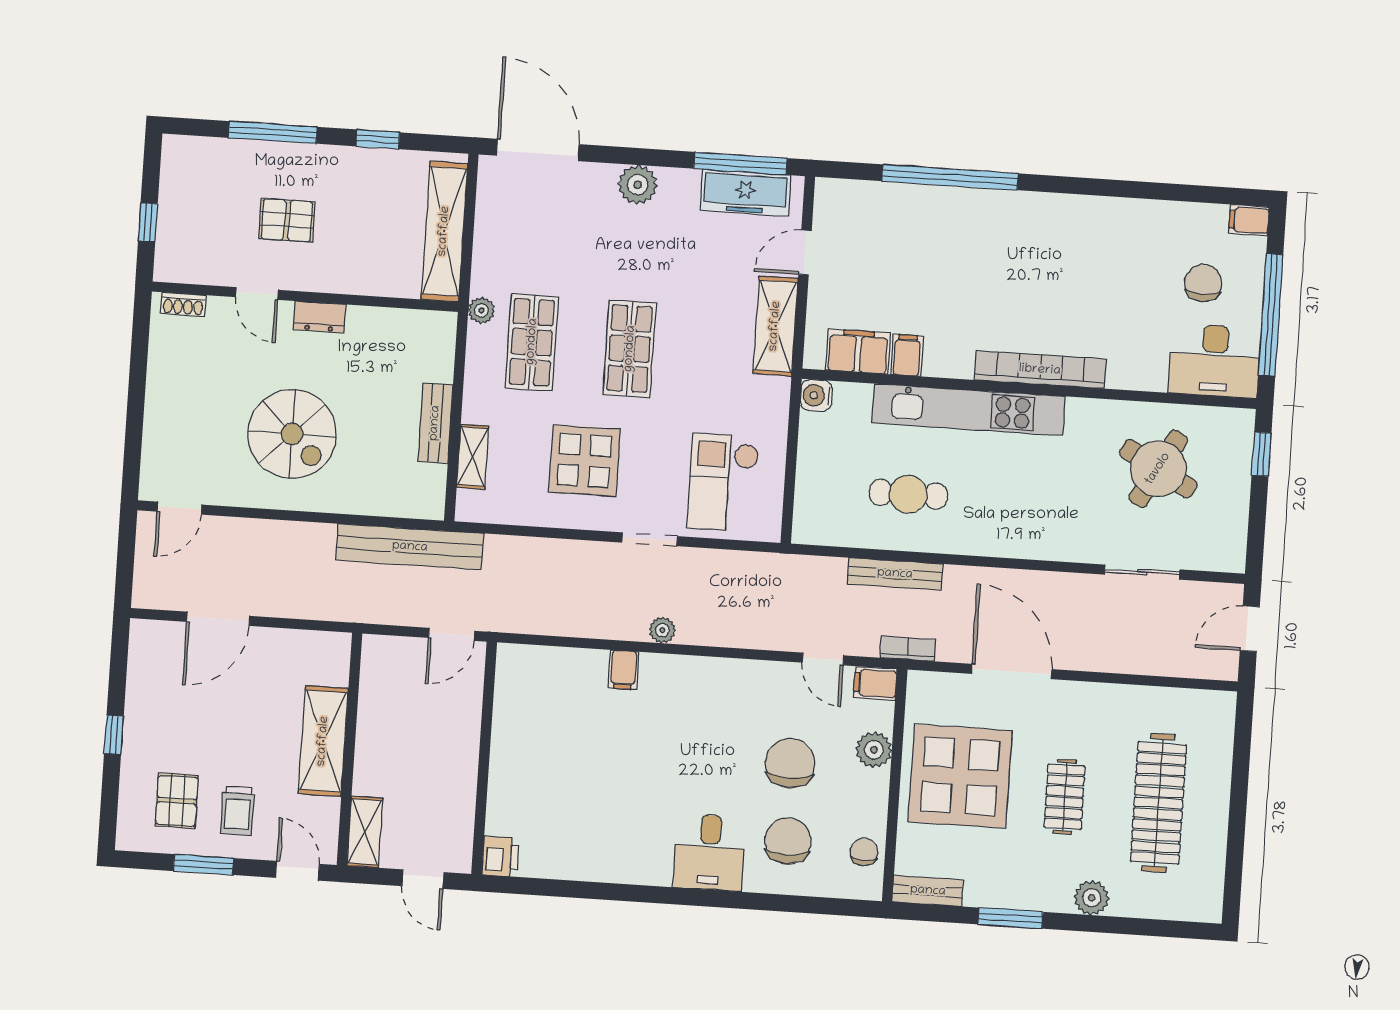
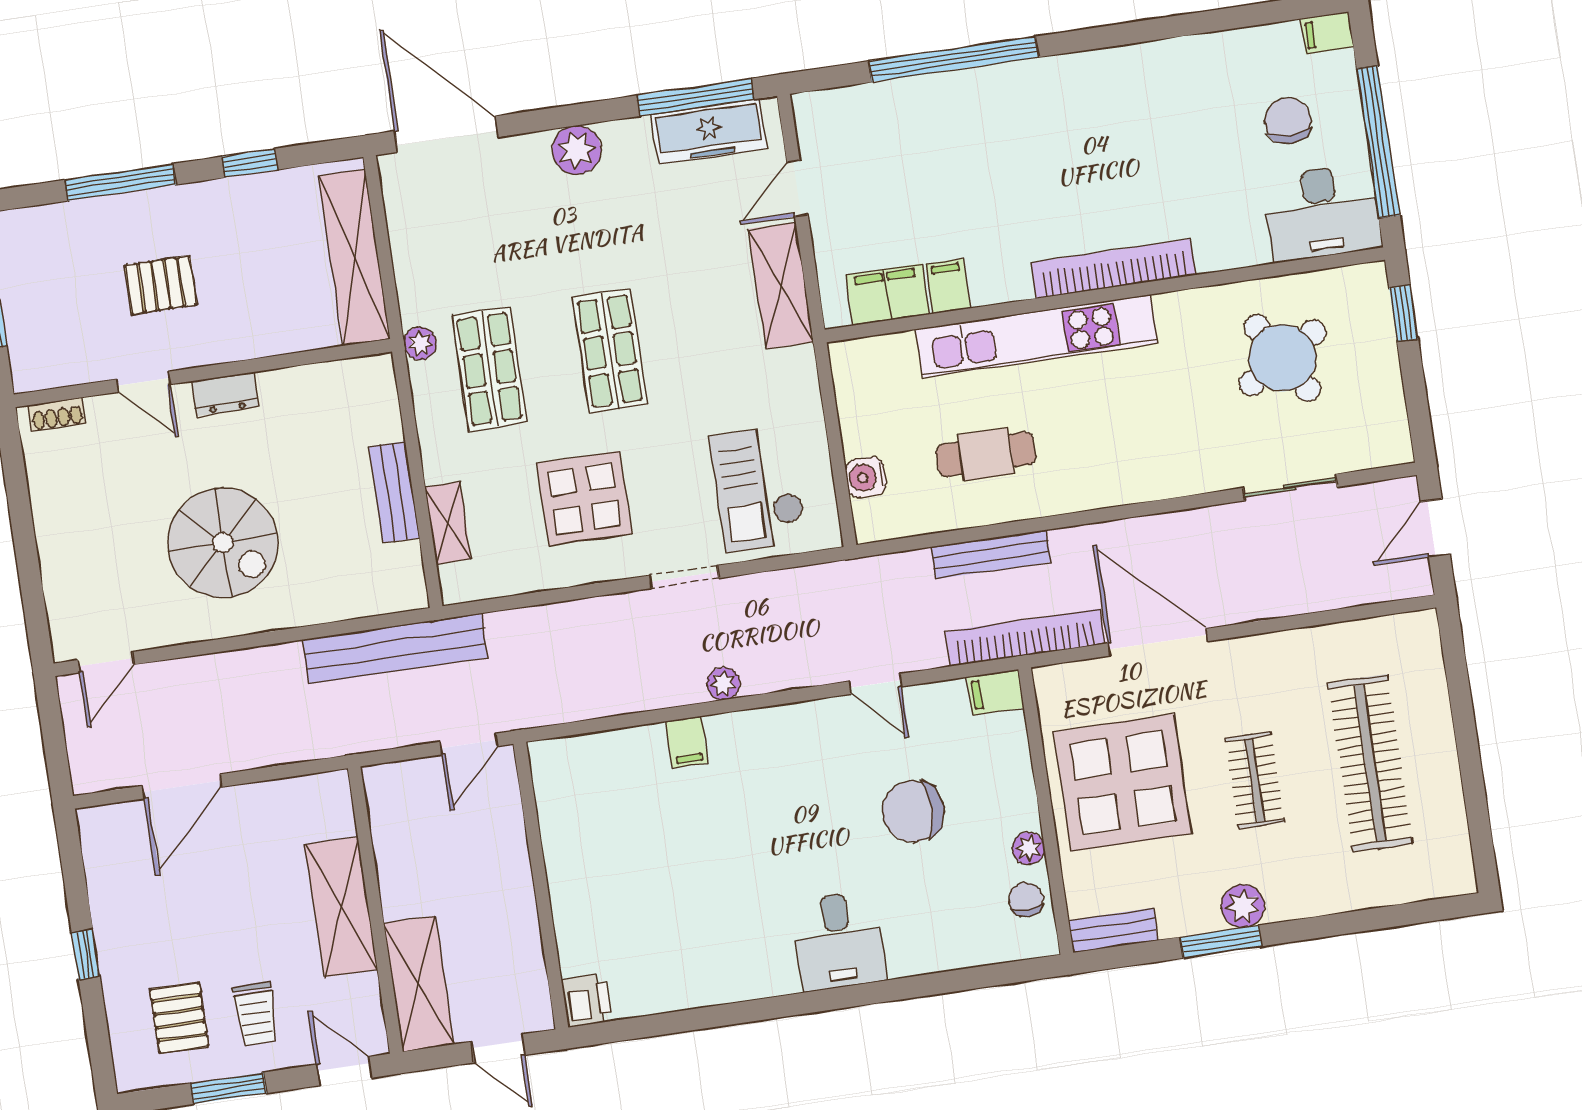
water cooler: (816, 395) -> (866, 477), moved
round table: (1158, 469) -> (1282, 358), turned 30
bookcase: (908, 649) -> (1025, 638), width x2.31, depth x1.31
door: (823, 659) -> (875, 684), moved
plant: (874, 750) -> (1028, 848), moved, width x0.73, depth x0.73
chair: (790, 763) -> (913, 811), turned -90
shelving: (365, 832) -> (419, 984), width x1.50, depth x1.33
chair: (788, 841) -> (931, 906), removed
plant: (1092, 898) -> (1243, 906), moved

